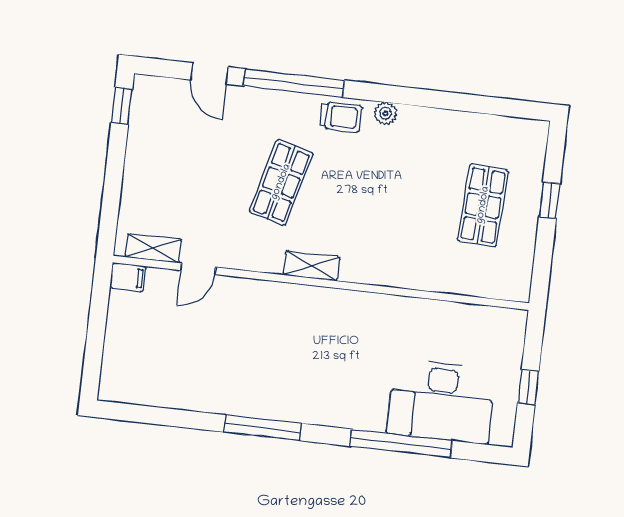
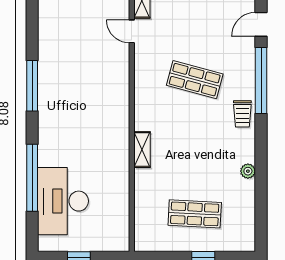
plant: (386, 113) -> (248, 171), moved
shelving: (312, 266) -> (142, 150), moved

